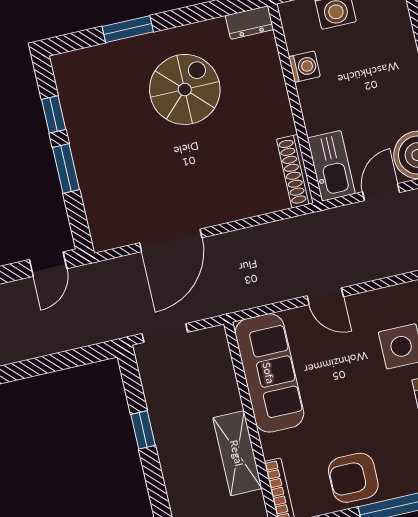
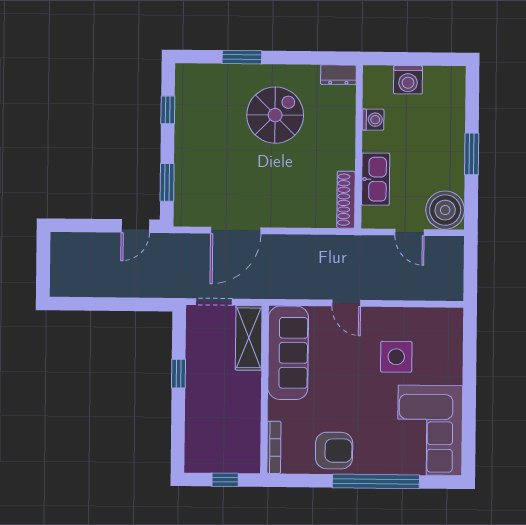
kitchen sink: (331, 166) -> (376, 179), moved
window: (66, 169) -> (167, 182), moved
door: (381, 192) -> (409, 232), swing flipped
shelving: (237, 453) -> (249, 338), moved
armchair: (353, 478) -> (334, 451), turned 180

